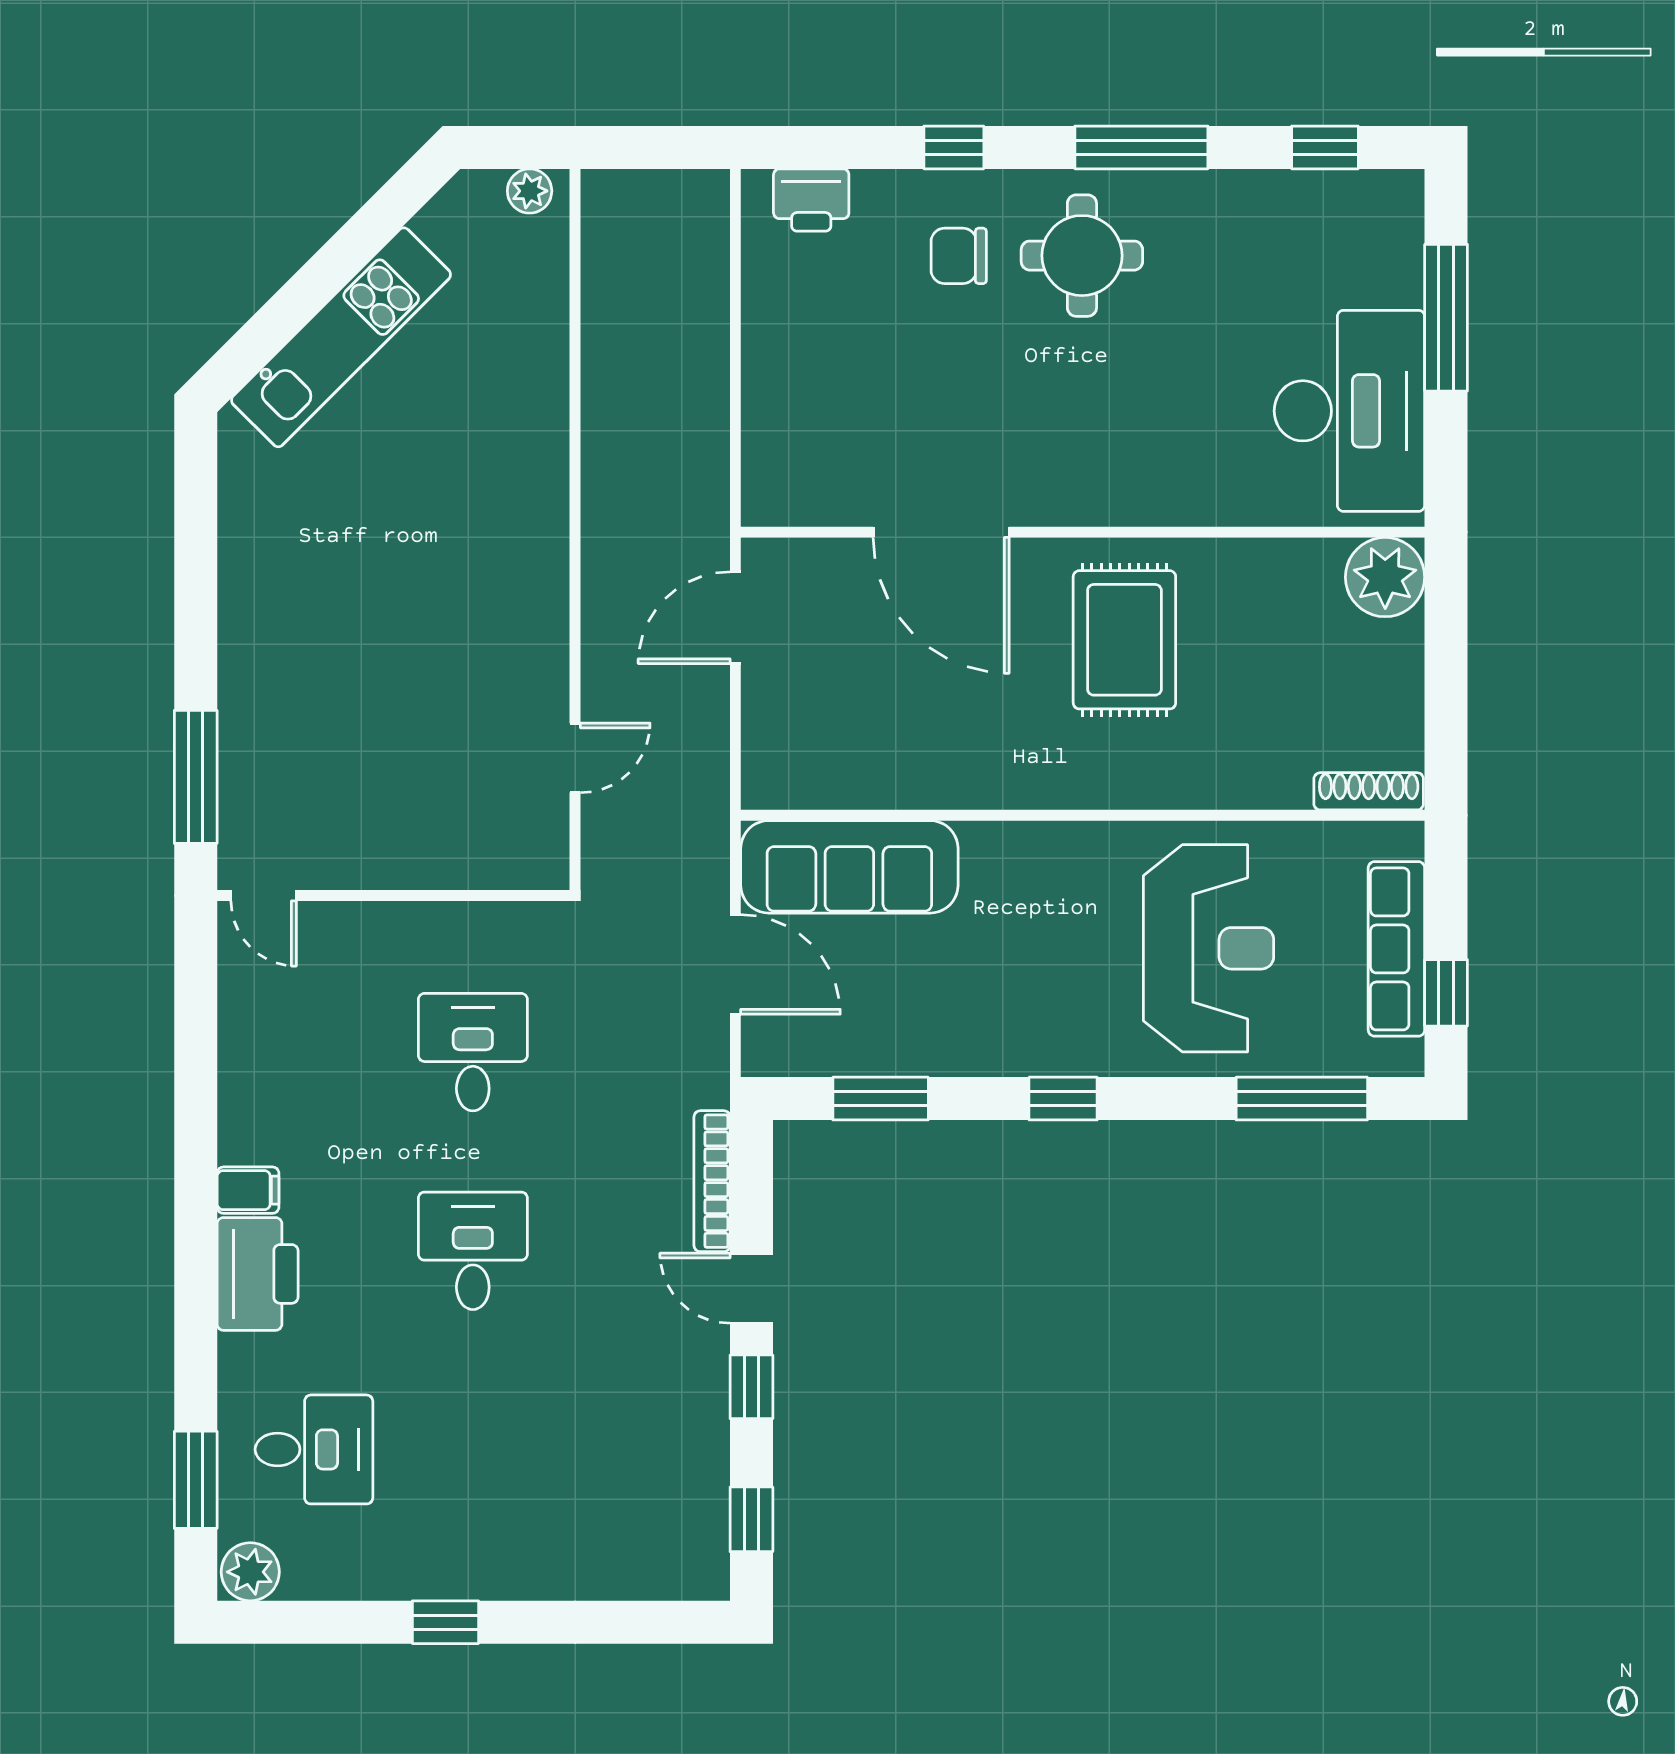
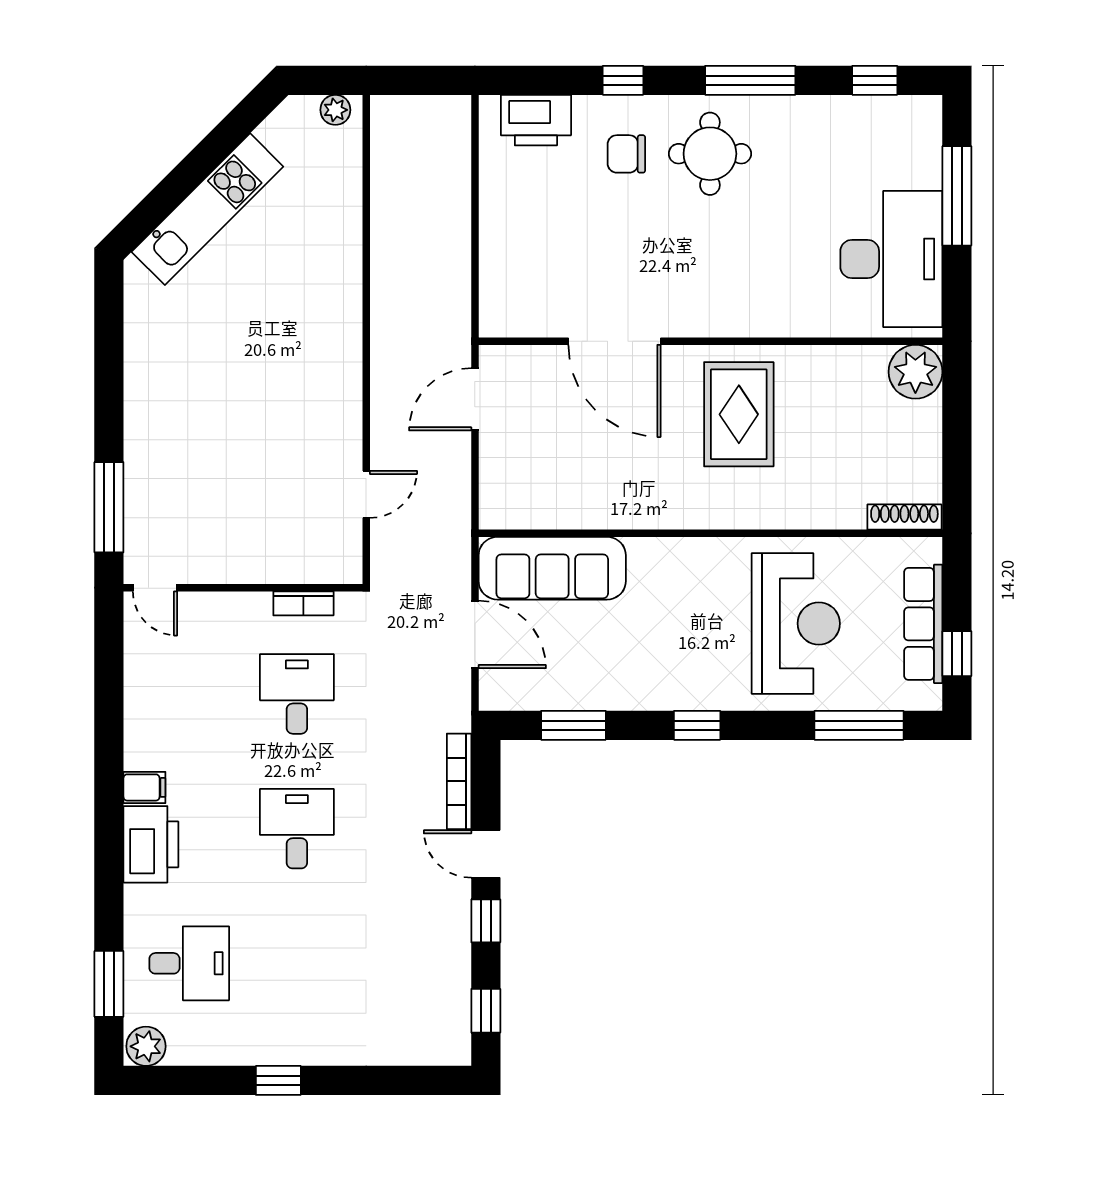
printer: (811, 200) -> (536, 120), width x1.37, depth x1.19
bookcase: (482, 919) -> (303, 603), added

